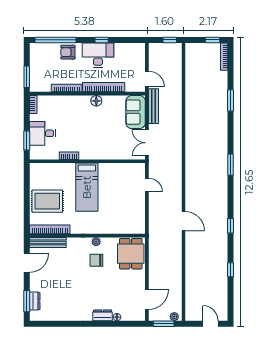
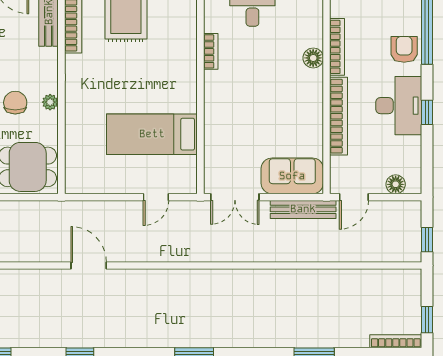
floor lamp: (140, 57) -> (396, 184), added
floor lamp: (96, 101) -> (313, 58), moved
double door: (147, 143) -> (235, 197), swing flipped
bed: (87, 187) -> (152, 134), moved
door: (184, 221) -> (89, 265), swing flipped

